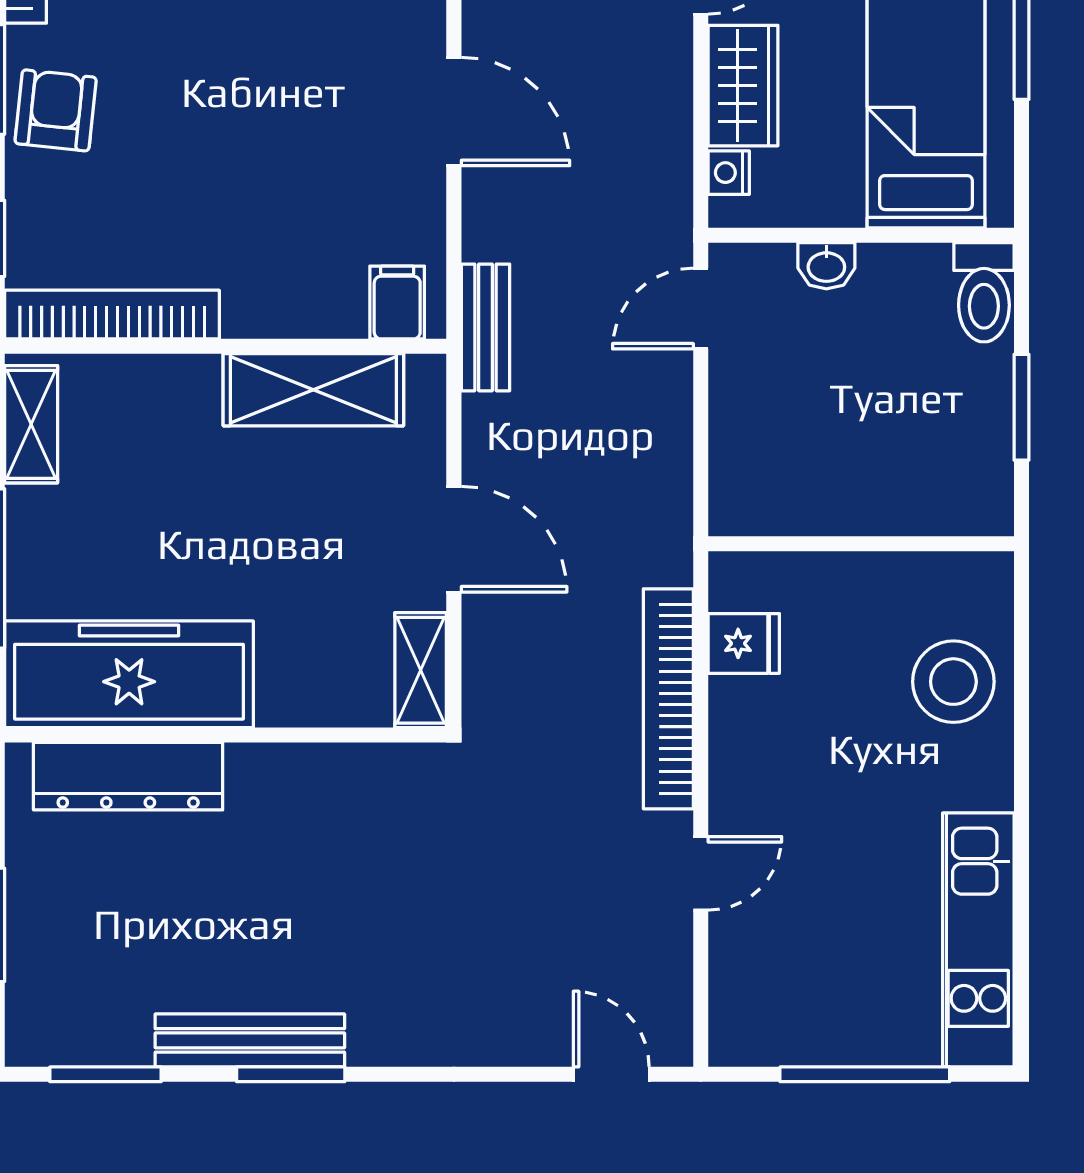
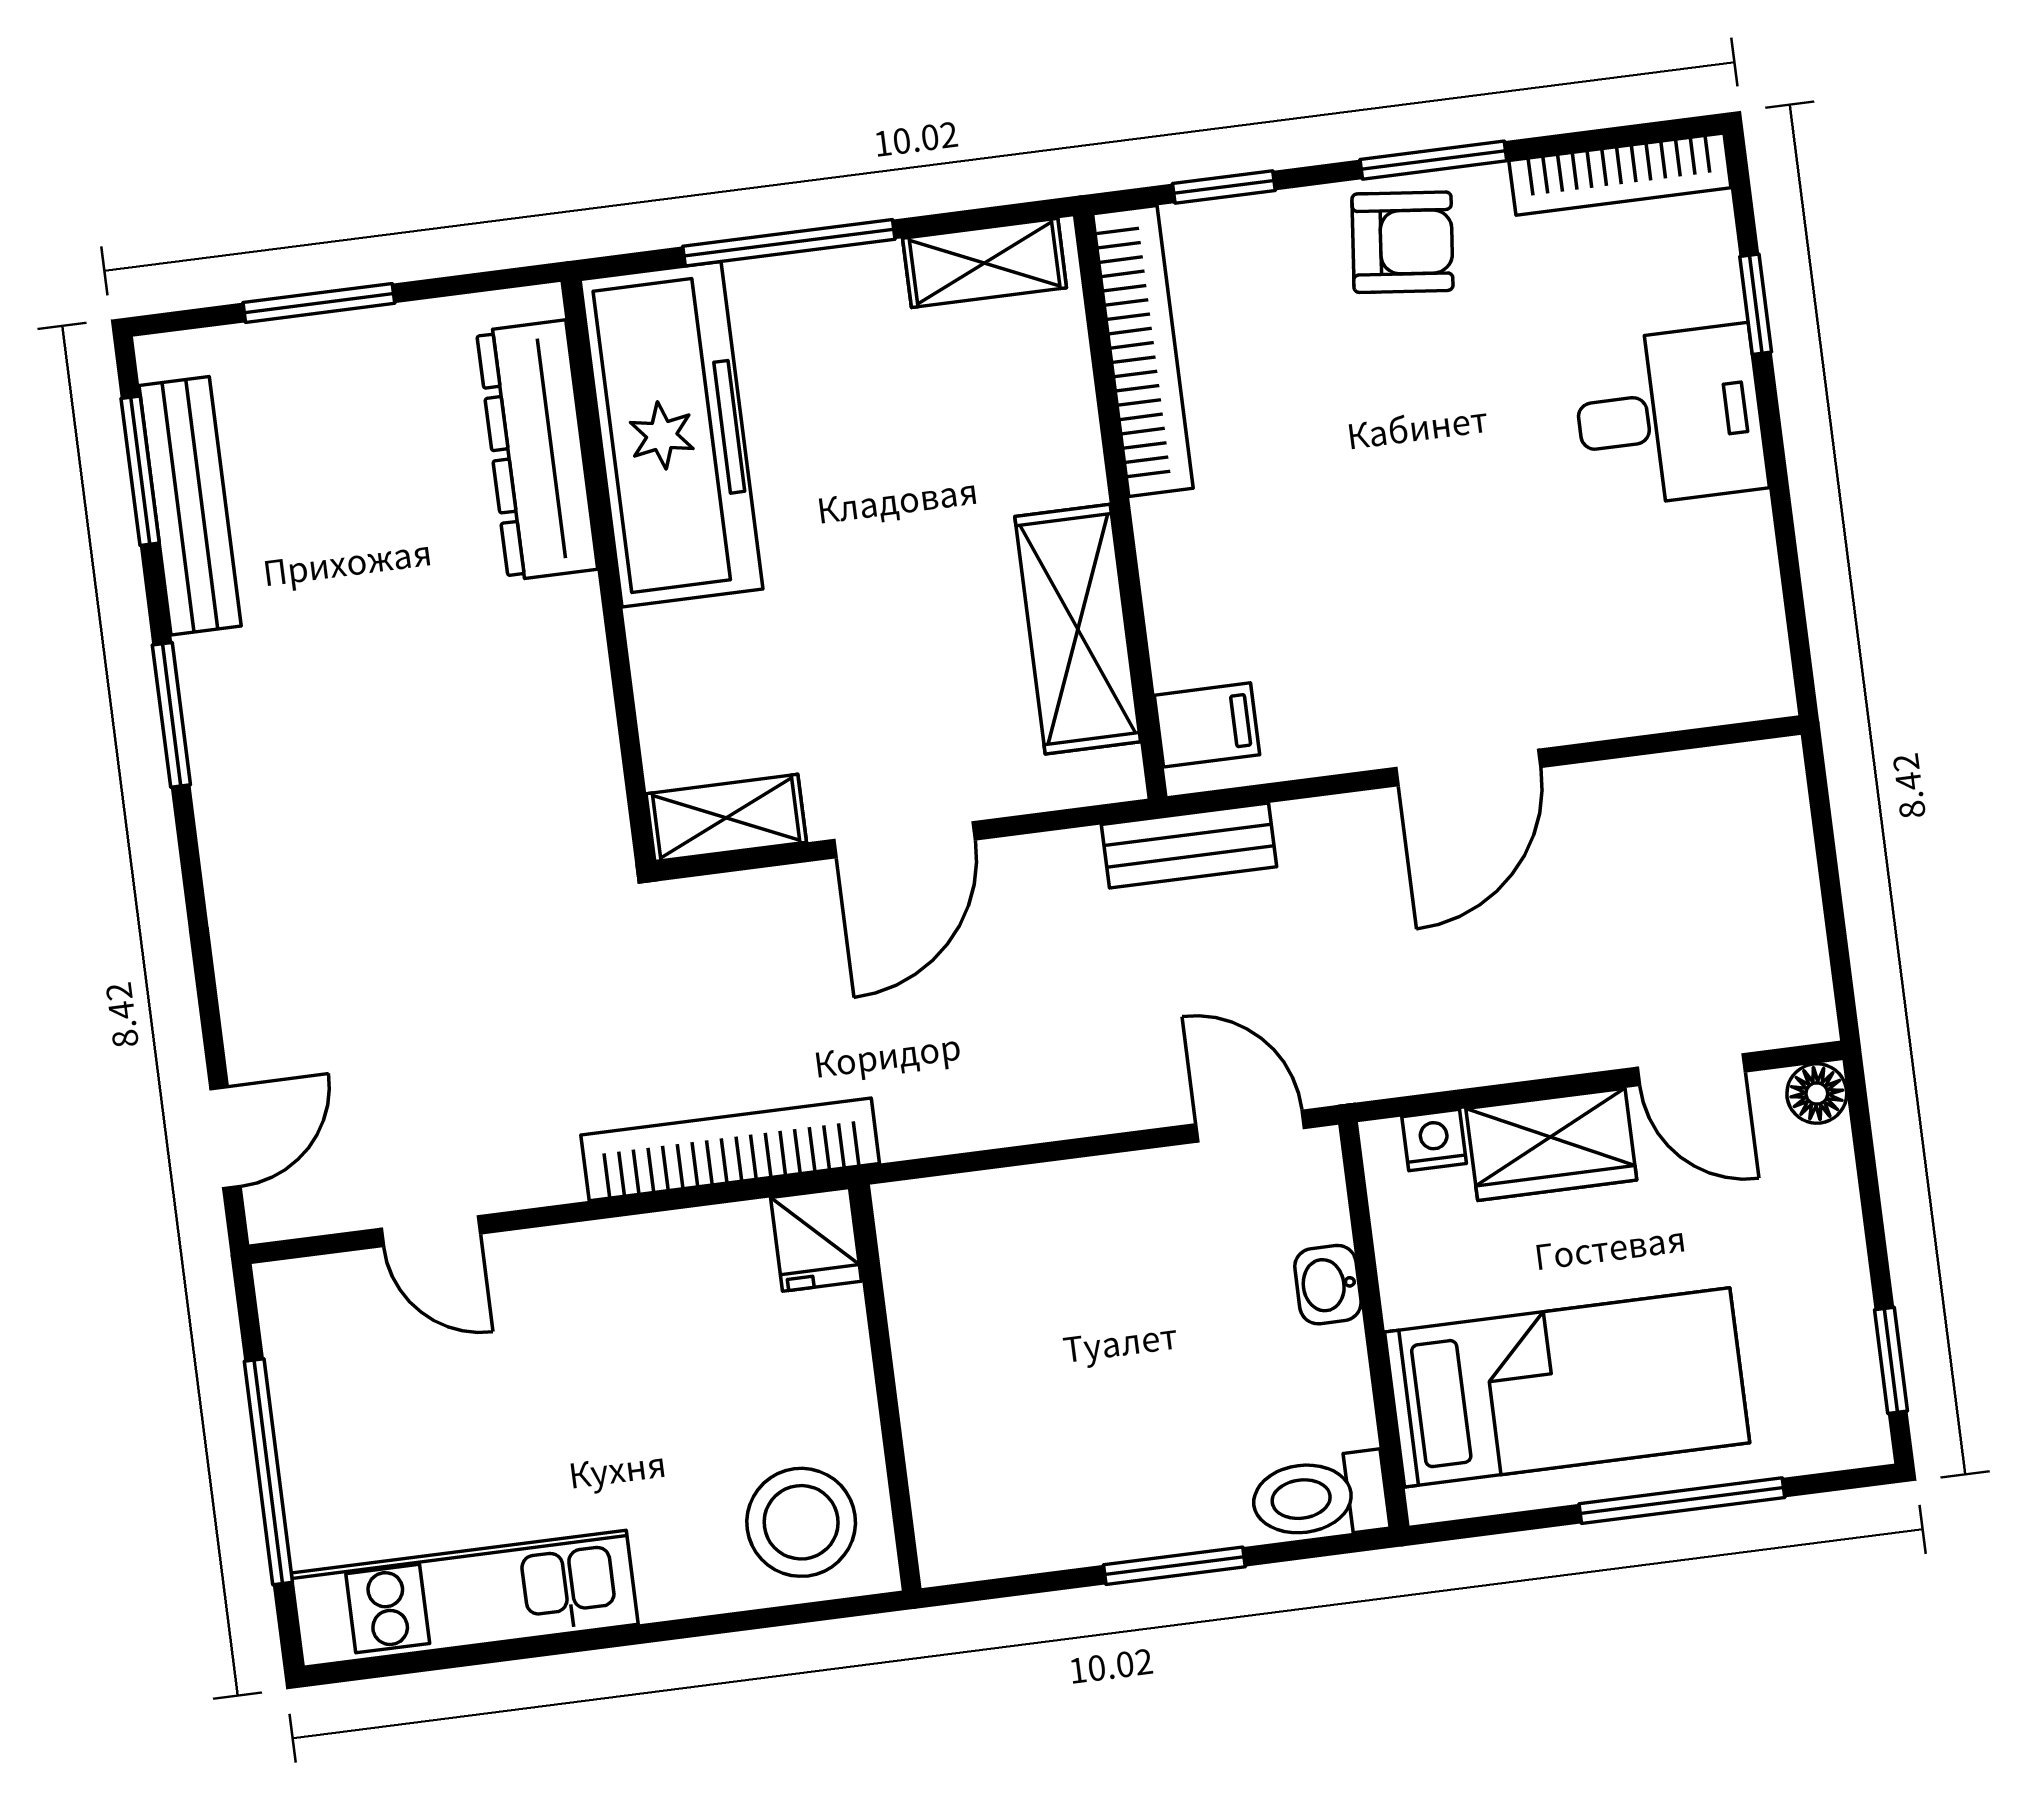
wall: (861, 544) -> (886, 1388), moved
door: (701, 873) -> (431, 1231), moved
bench: (250, 1040) -> (190, 506), moved

